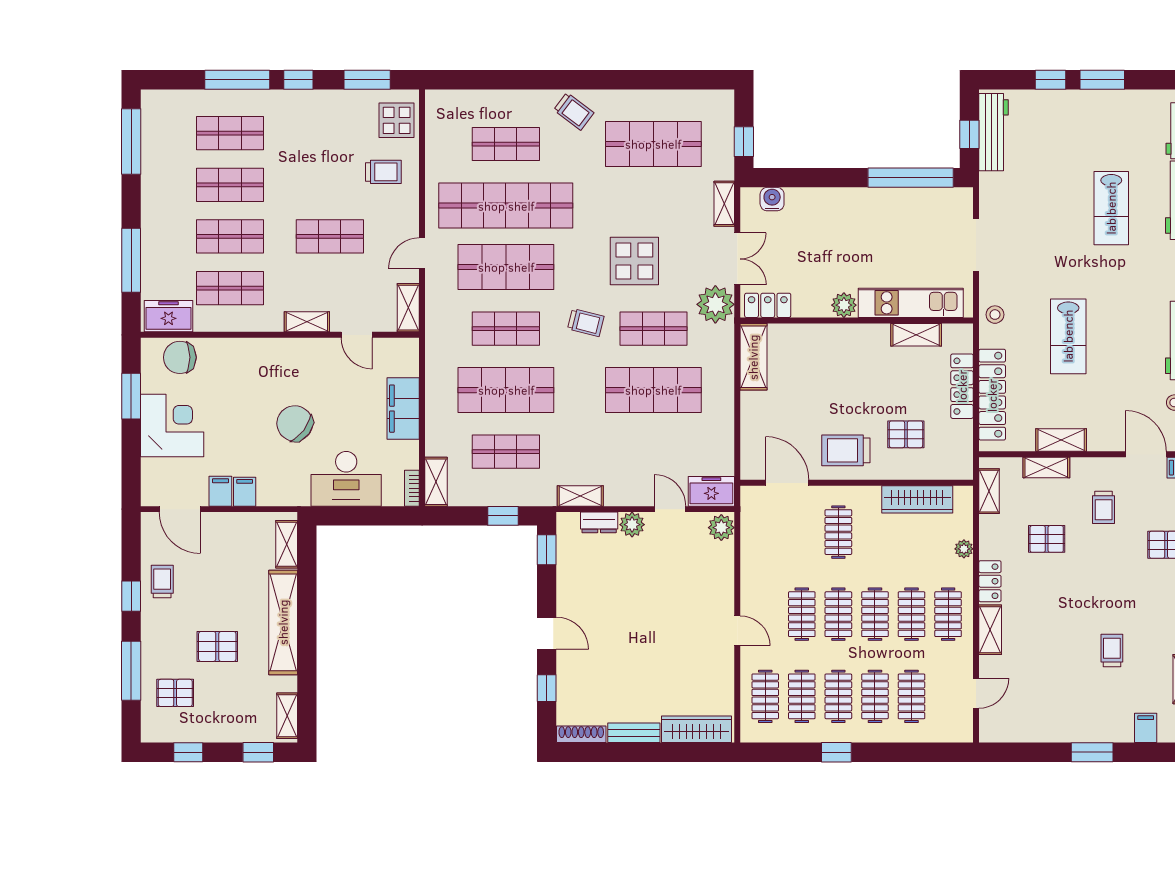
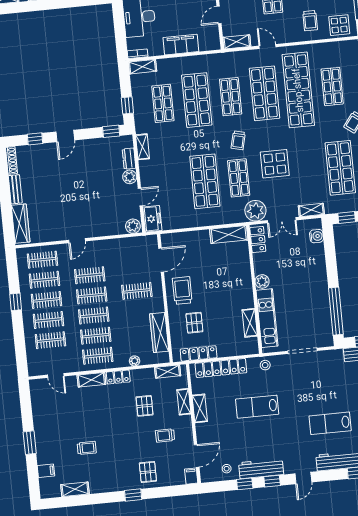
locker: (962, 386) -> (199, 353), moved

